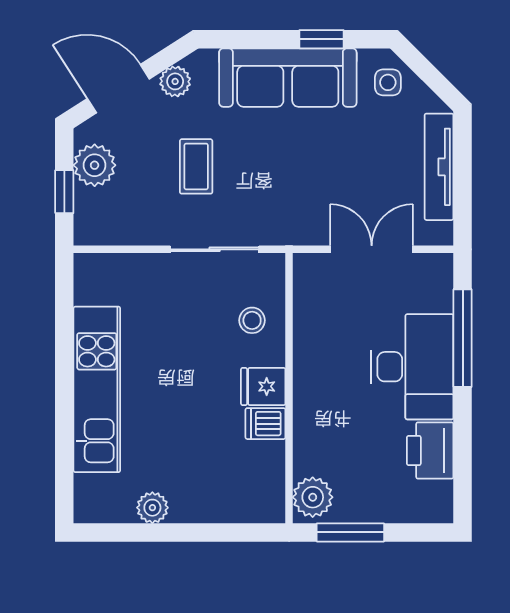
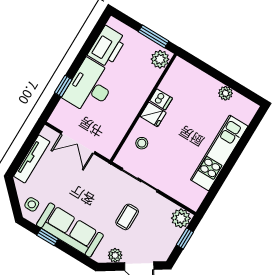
plant: (95, 165) -> (181, 218), moved
window: (463, 338) -> (63, 86), width x0.46
printer: (430, 450) -> (107, 47), width x1.37, depth x1.19

